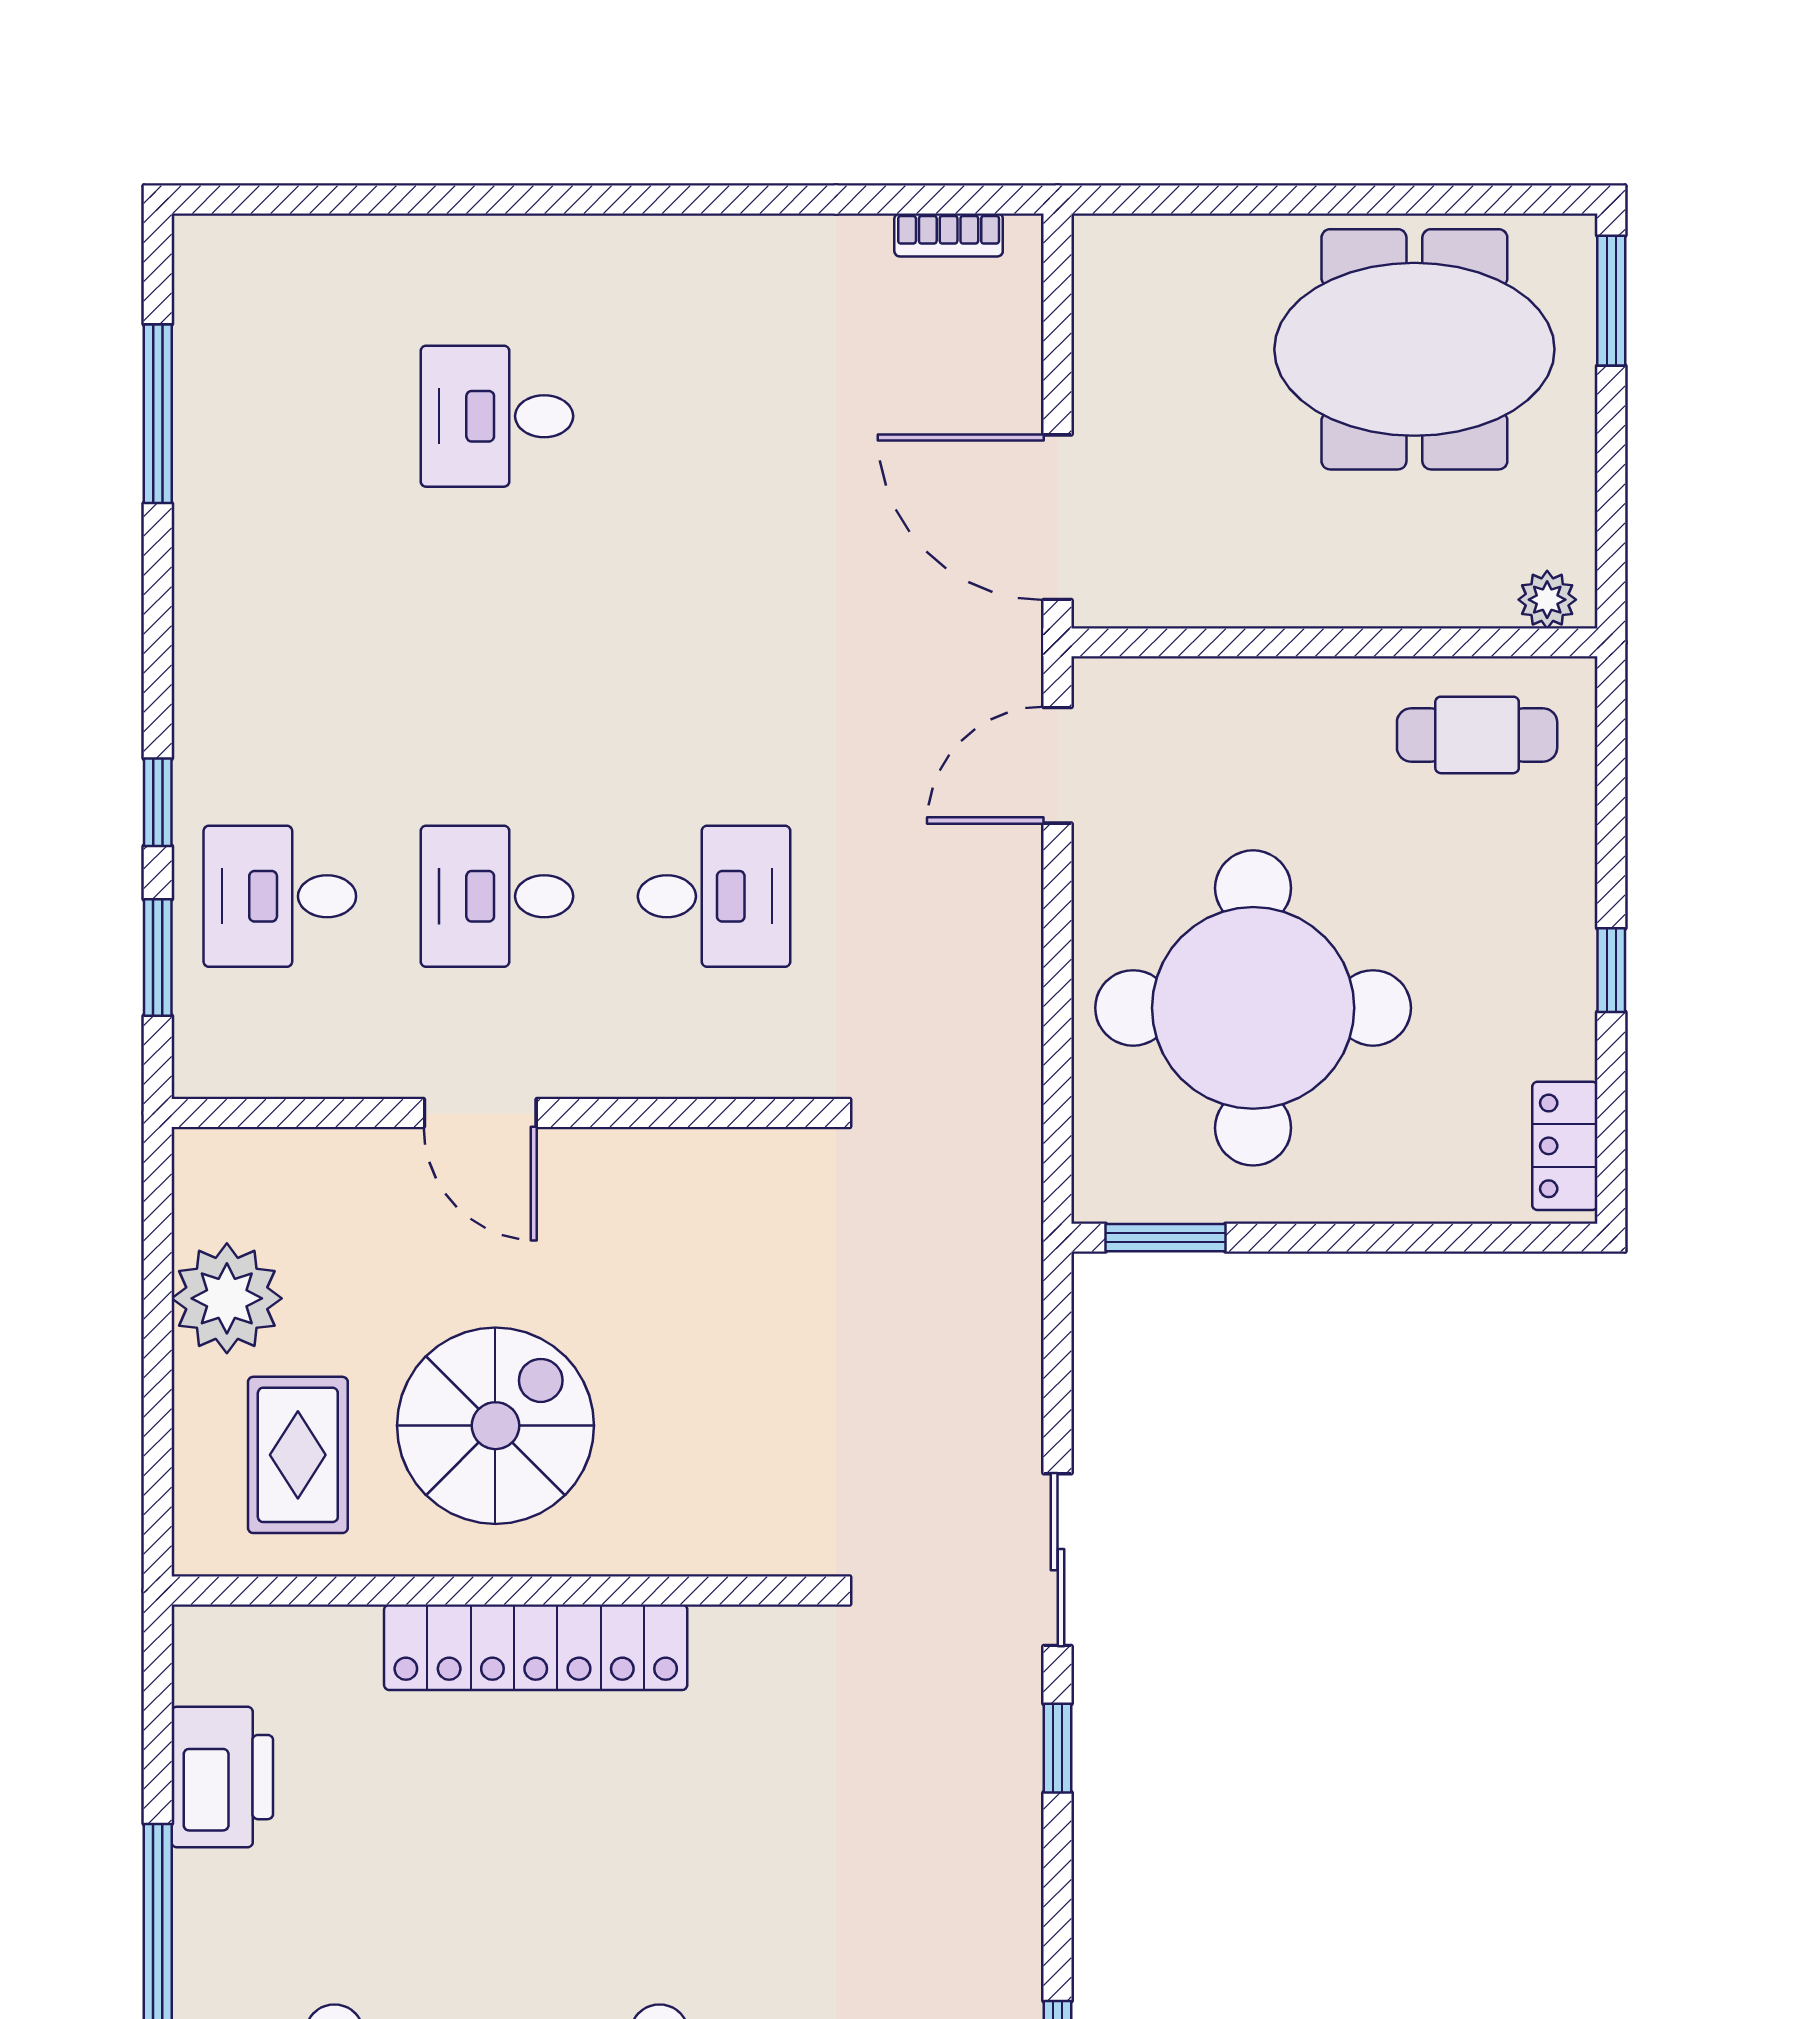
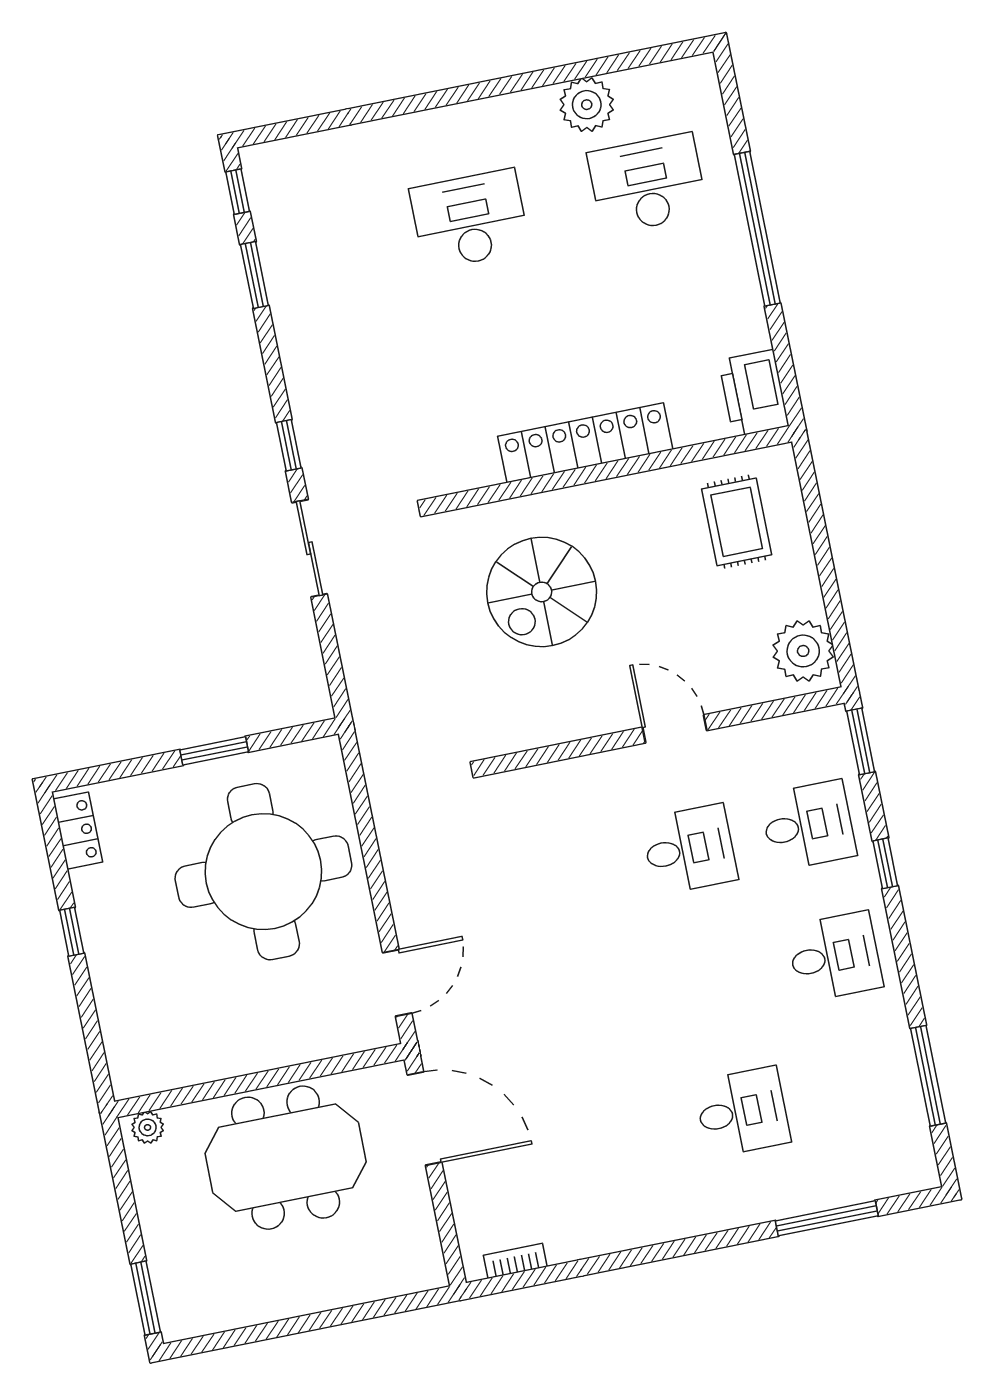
window: (386, 199) -> (827, 1218), added
meeting table: (1414, 349) -> (286, 1158), moved
cafe table: (1477, 735) -> (171, 1046), removed
desk: (714, 896) -> (835, 957), moved, turned 180
window: (158, 958) -> (861, 741), moved
window: (1166, 1238) -> (214, 751), moved
plant: (227, 1298) -> (803, 651), moved
spiral stairs: (495, 1426) -> (542, 592), moved
printer: (222, 1777) -> (754, 393), moved

